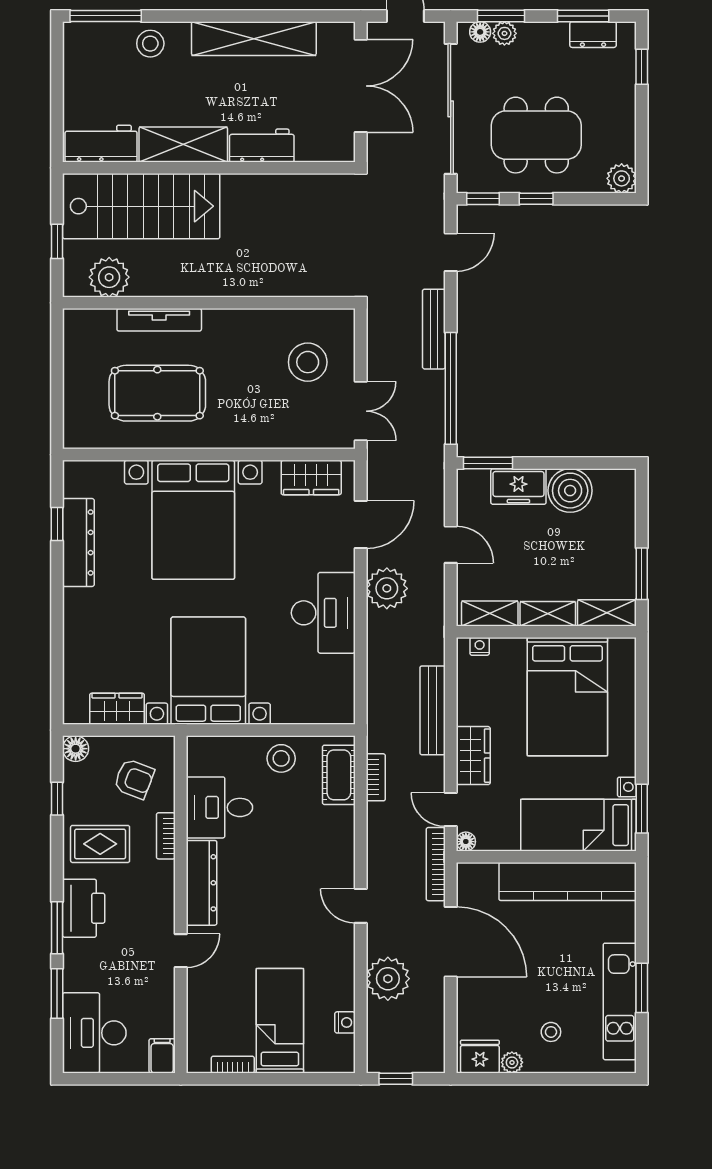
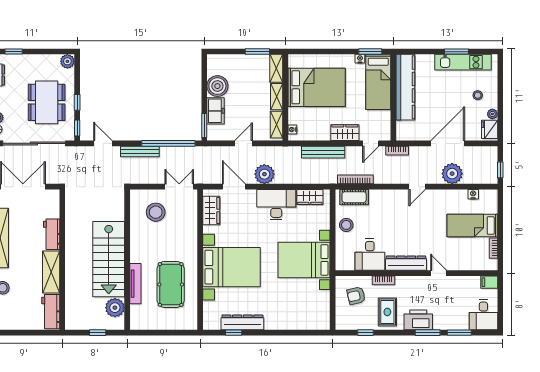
stairs: (141, 206) -> (109, 259), moved, turned 180
wardrobe: (117, 709) -> (310, 197), moved, turned -90
floor lamp: (76, 749) -> (342, 324), removed
bookcase: (376, 777) -> (355, 179), width x1.56
armchair: (134, 779) -> (356, 296), turned -124
floor lamp: (466, 842) -> (386, 136), removed
bookcase: (436, 864) -> (397, 151), width x0.64
door: (451, 942) -> (448, 143), moved
desk: (94, 1033) -> (483, 315), width x0.73

